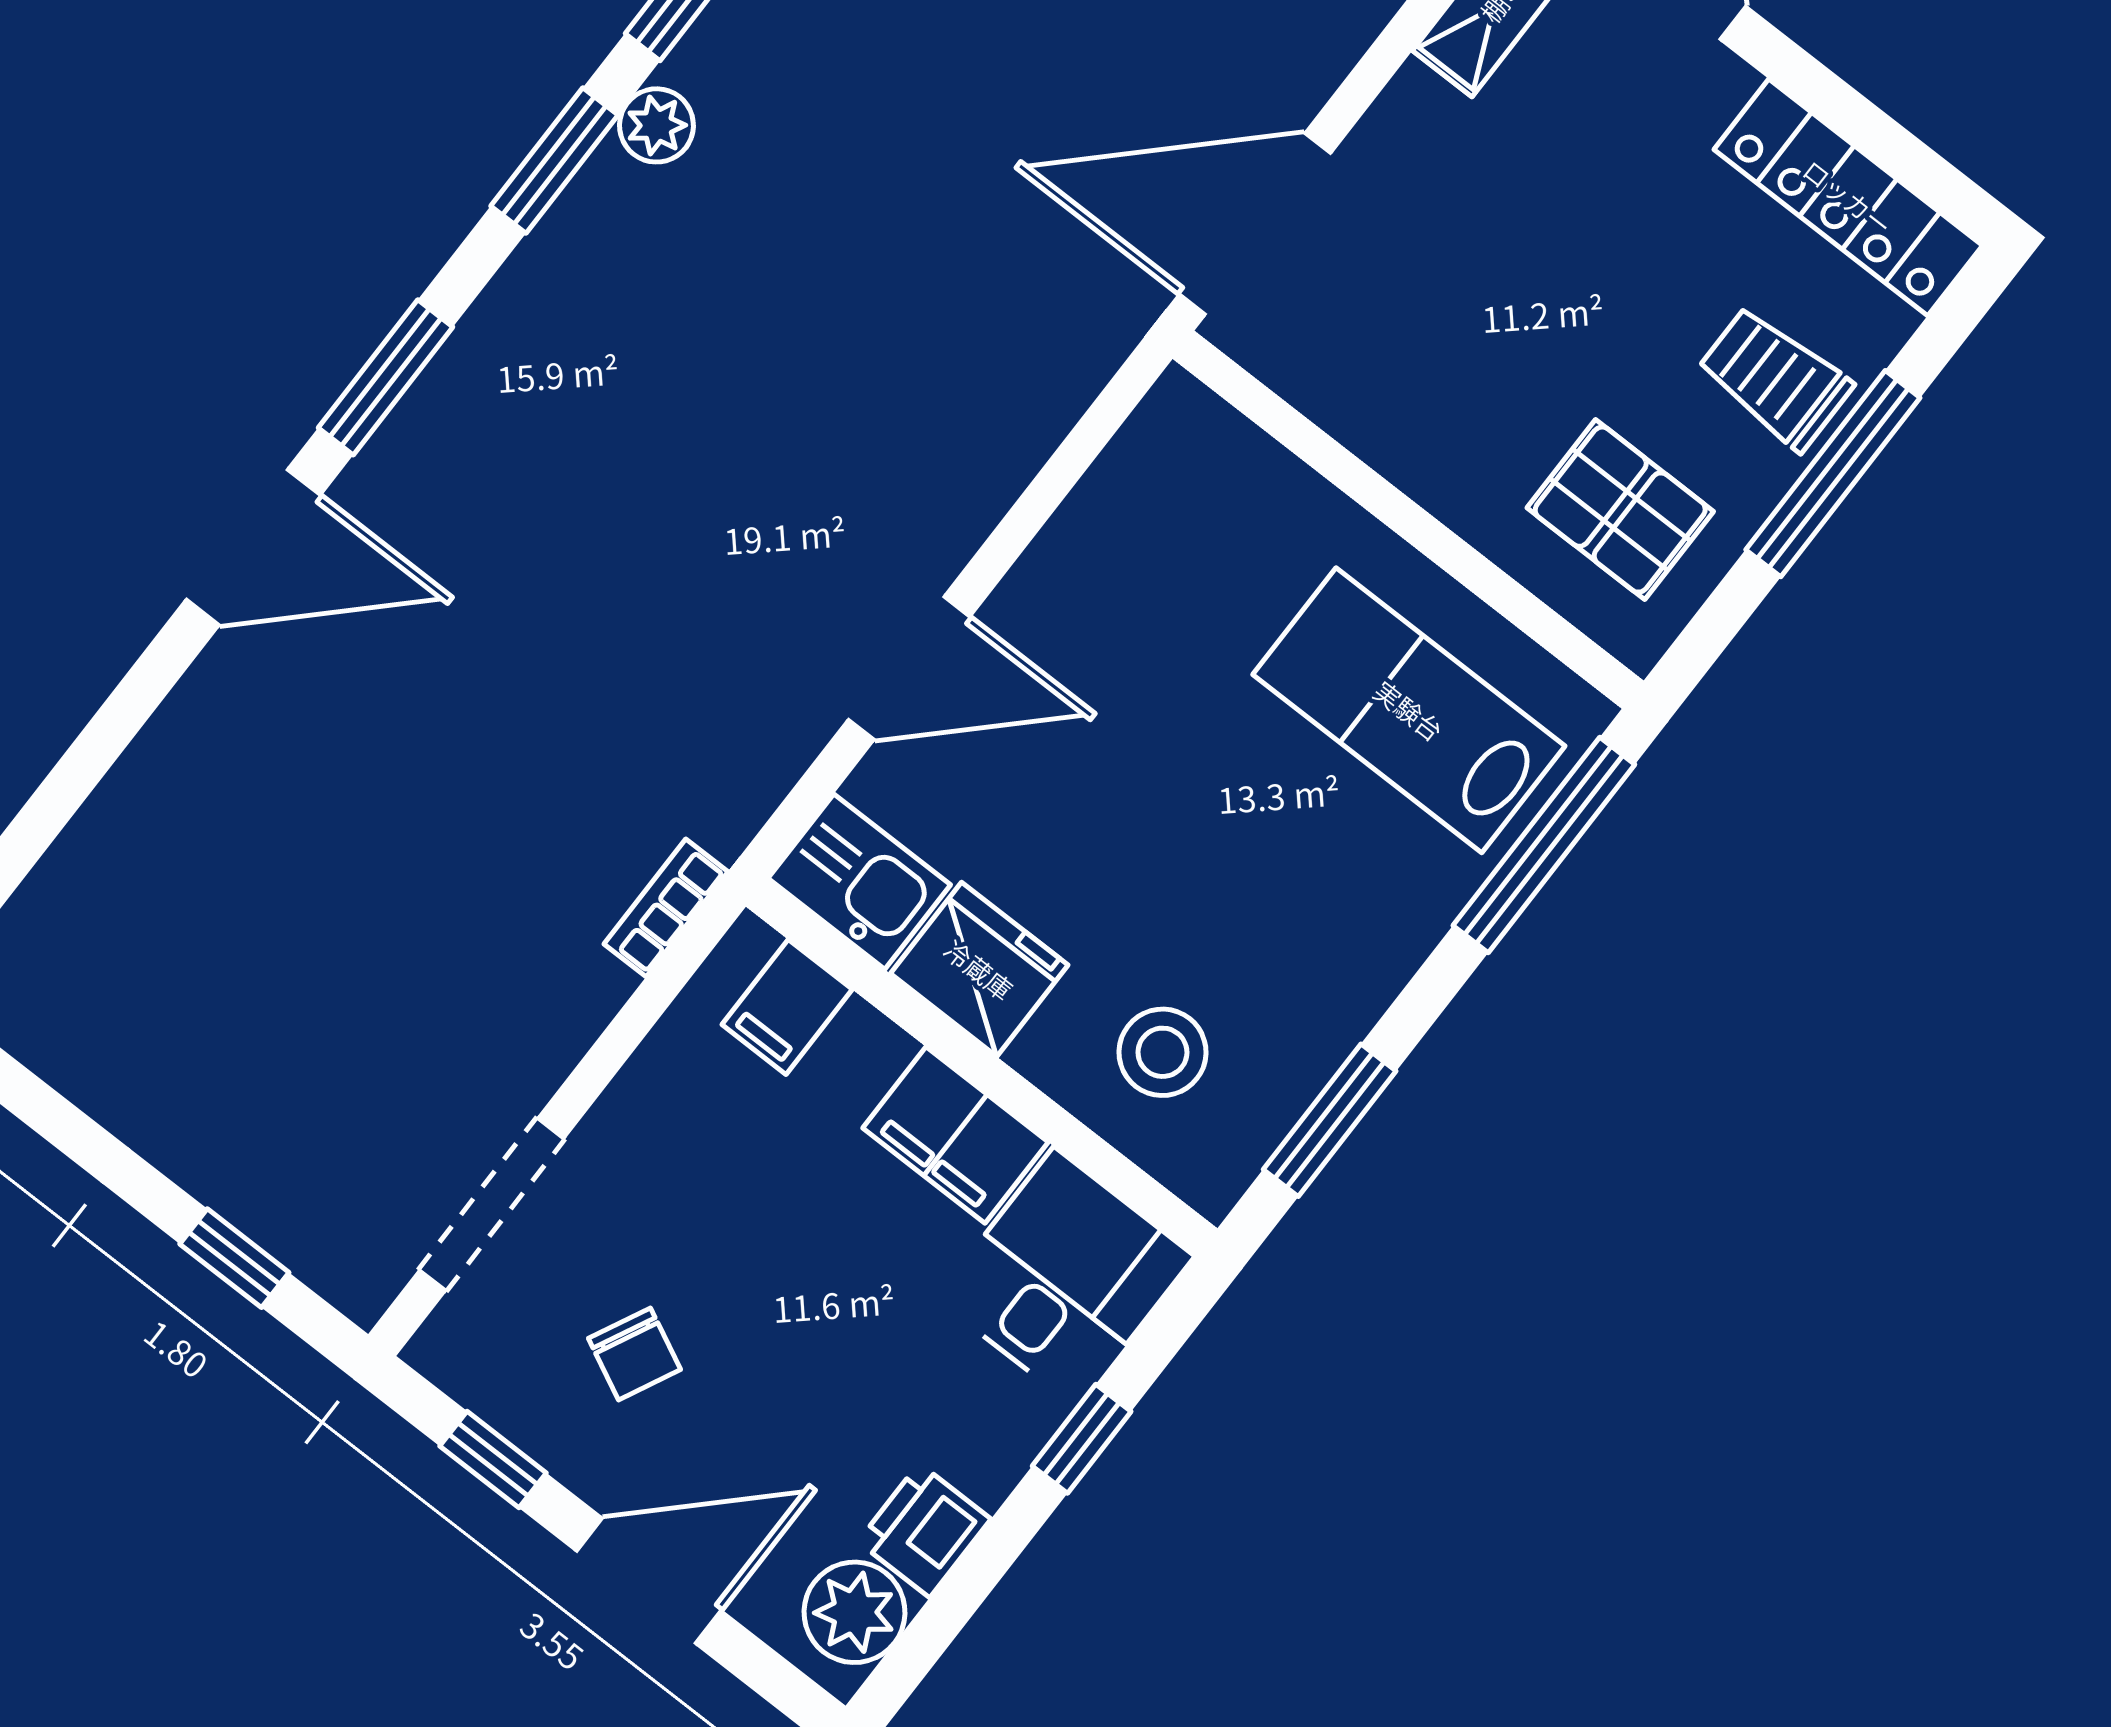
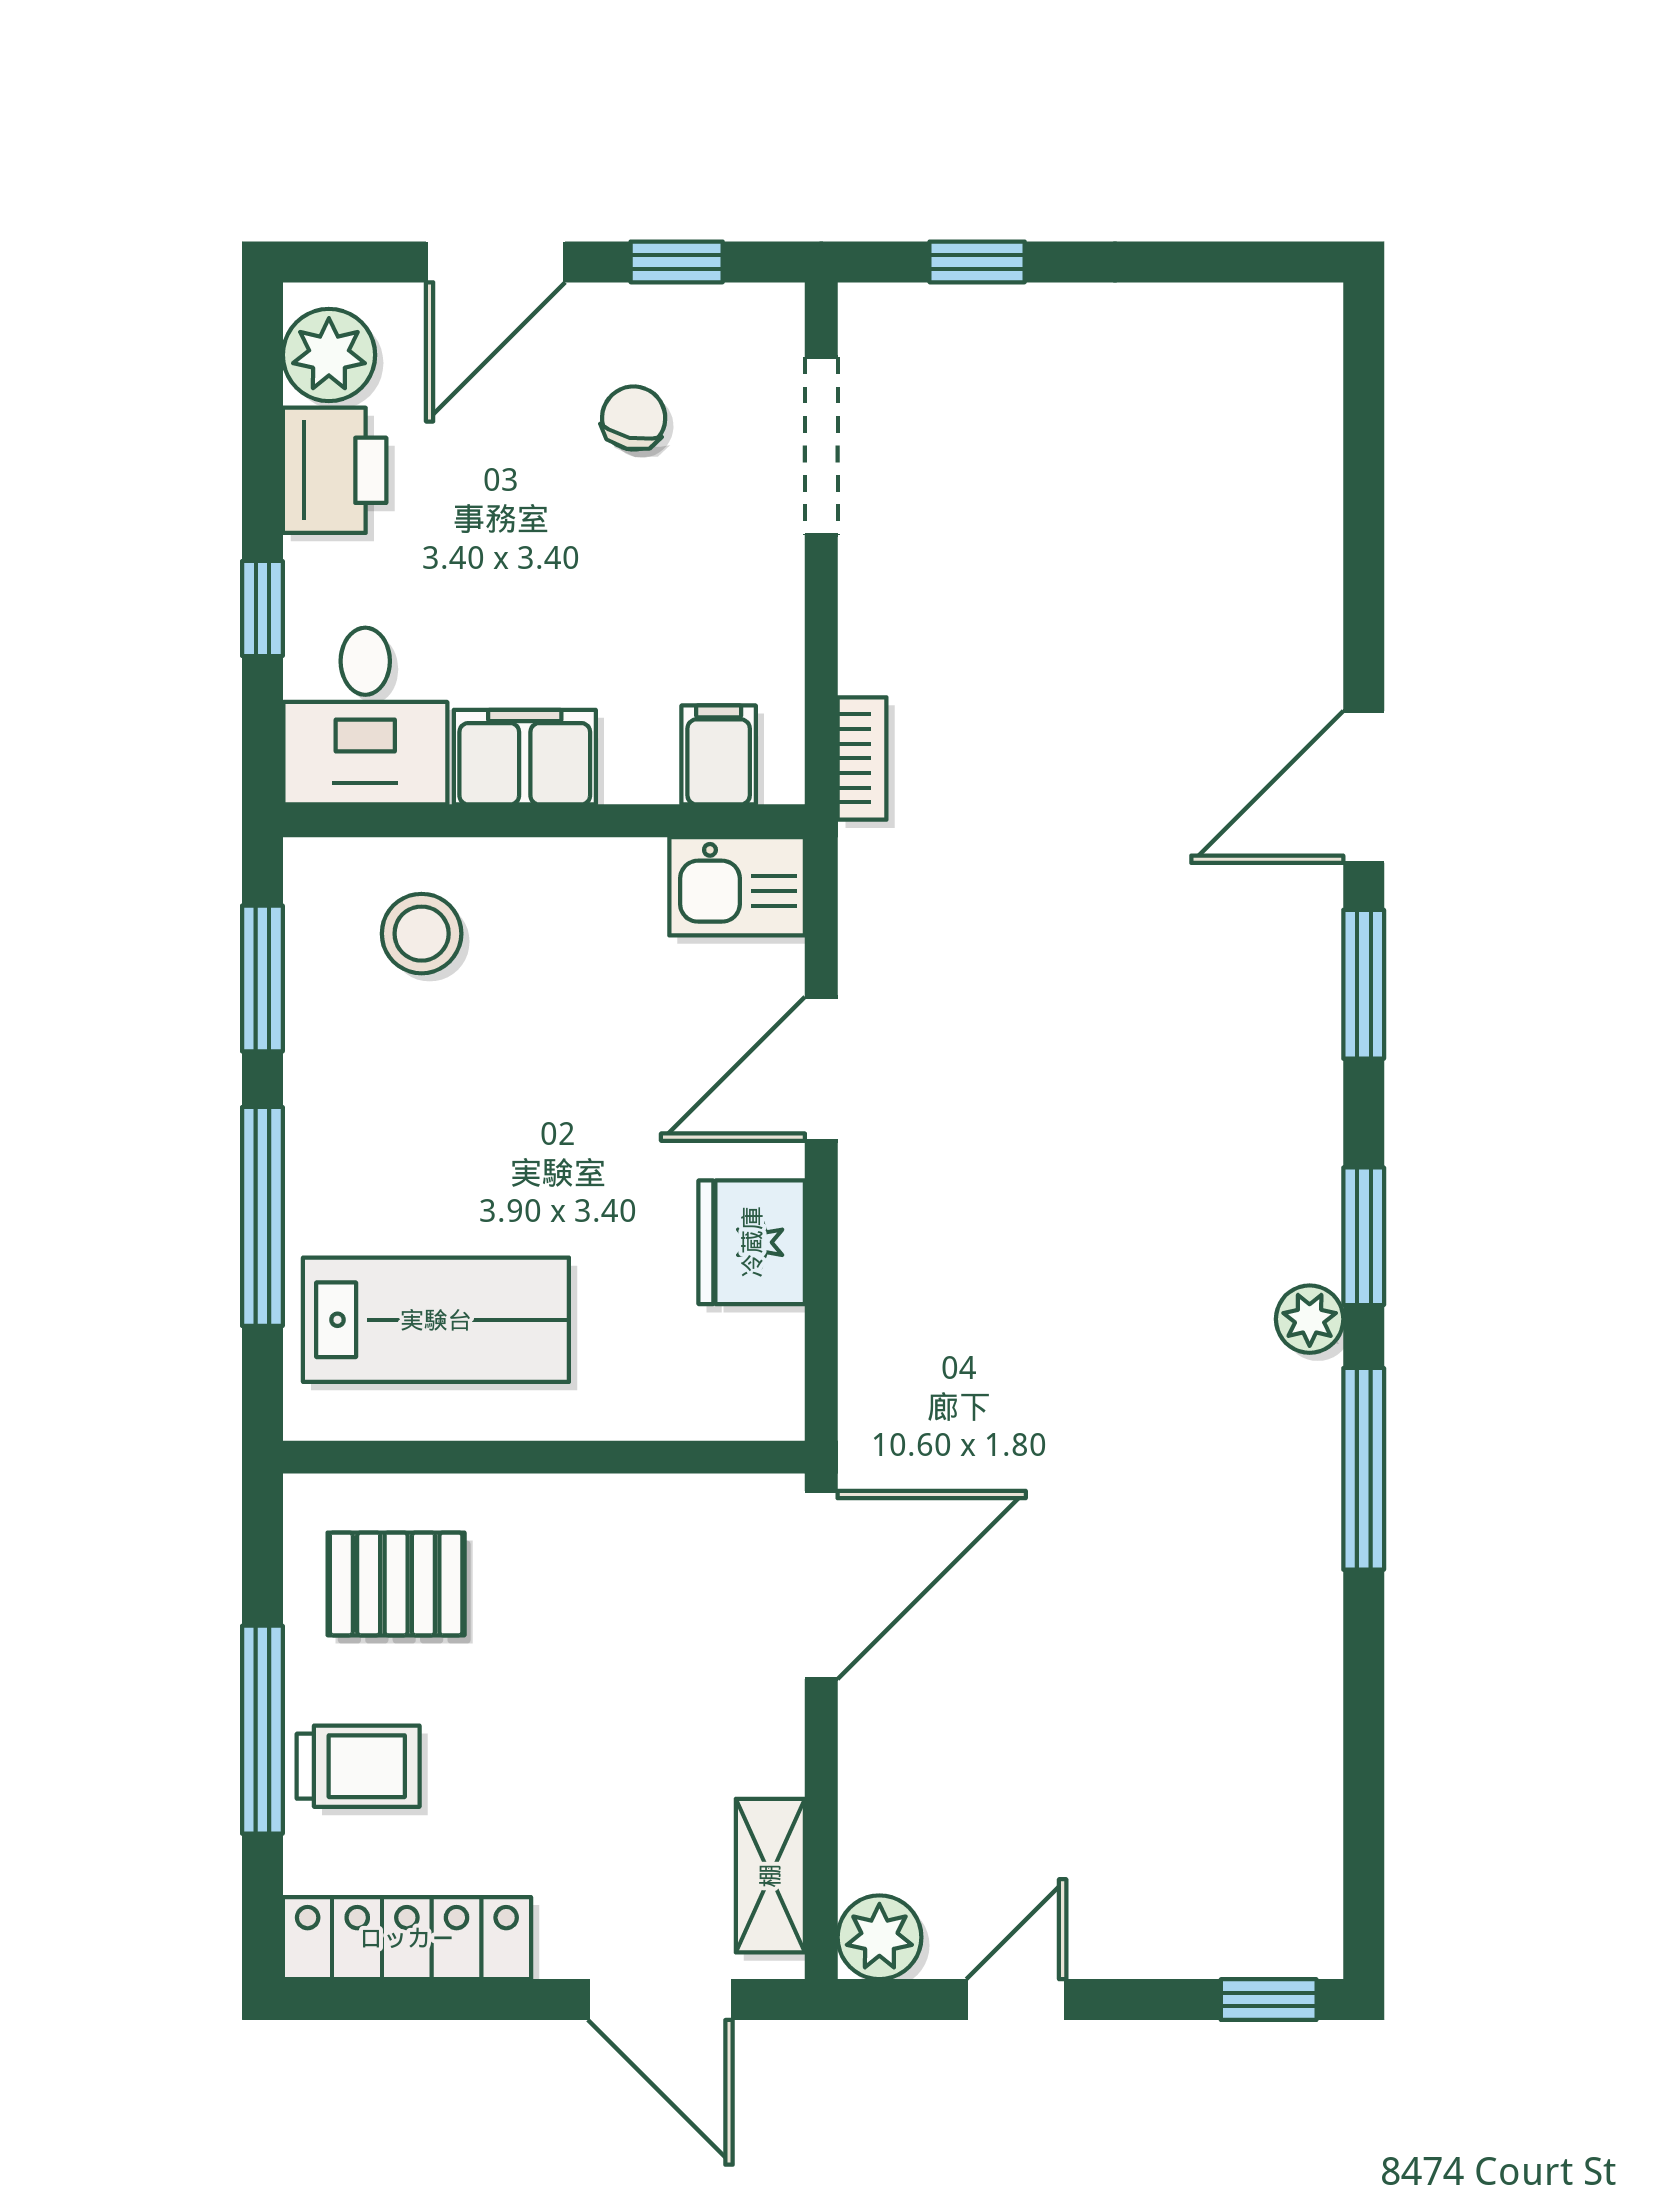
window: (1544, 845) -> (262, 1216), moved
fridge: (979, 969) -> (752, 1242), moved, turned 90
chair: (634, 1354) -> (634, 418), turned 76
printer: (924, 1530) -> (335, 470), width x1.36, depth x1.24

